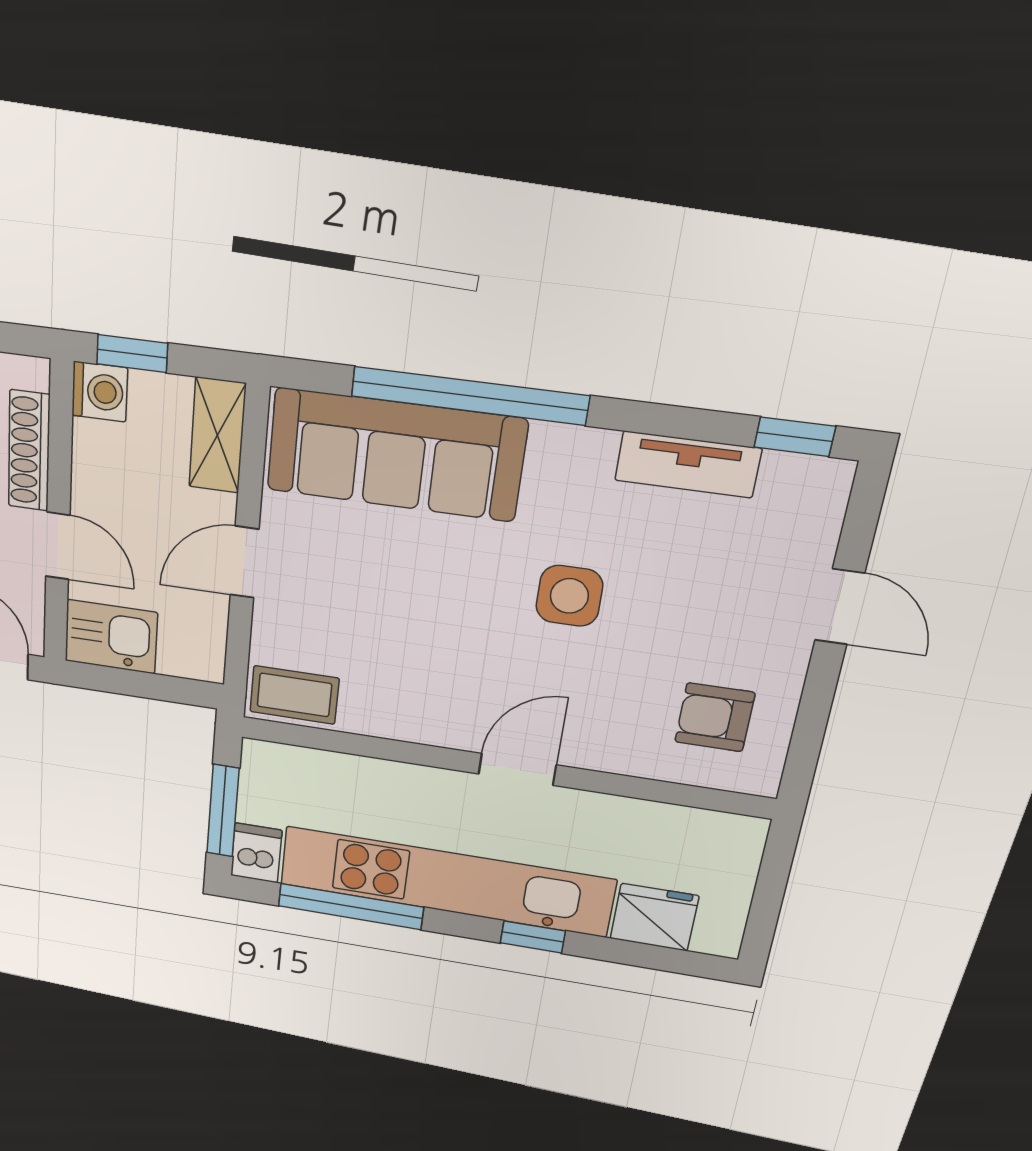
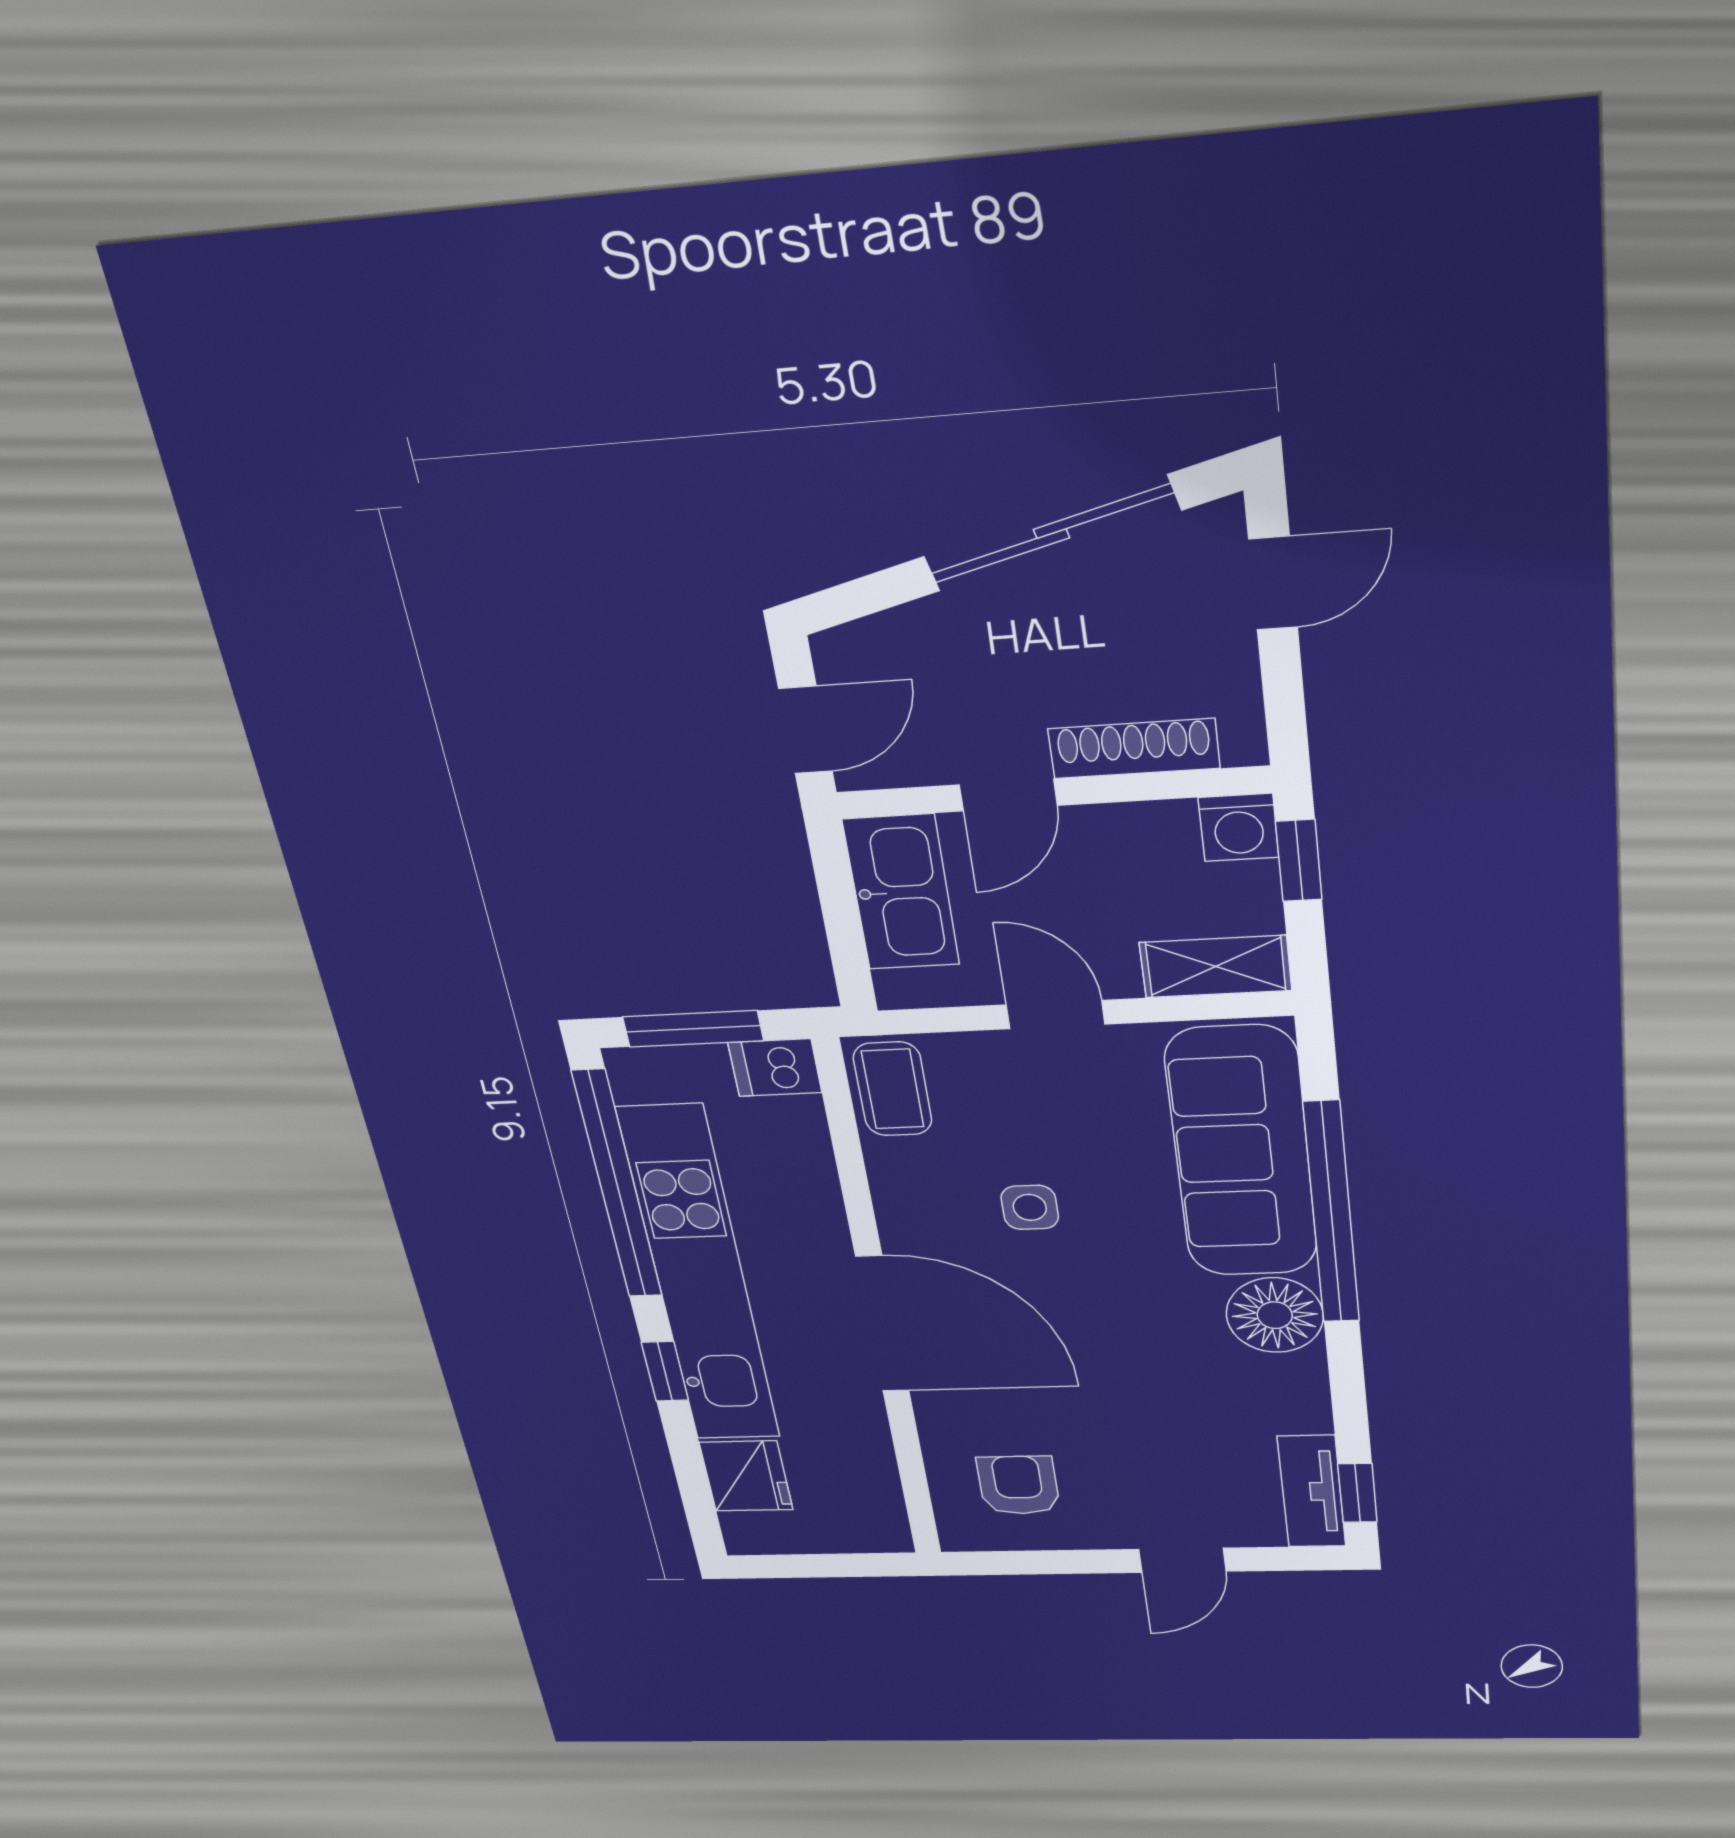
tv unit: (688, 464) -> (1312, 1492), moved
floor lamp: (570, 465) -> (1275, 1315), added
side table: (569, 596) -> (1030, 1207), moved, width x0.73, depth x0.73
kitchen sink: (111, 637) -> (901, 892), width x1.38
door: (517, 769) -> (883, 1324), width x1.87
dishwasher: (256, 853) -> (775, 1068), moved, turned 180
window: (351, 907) -> (617, 1185), width x1.46

